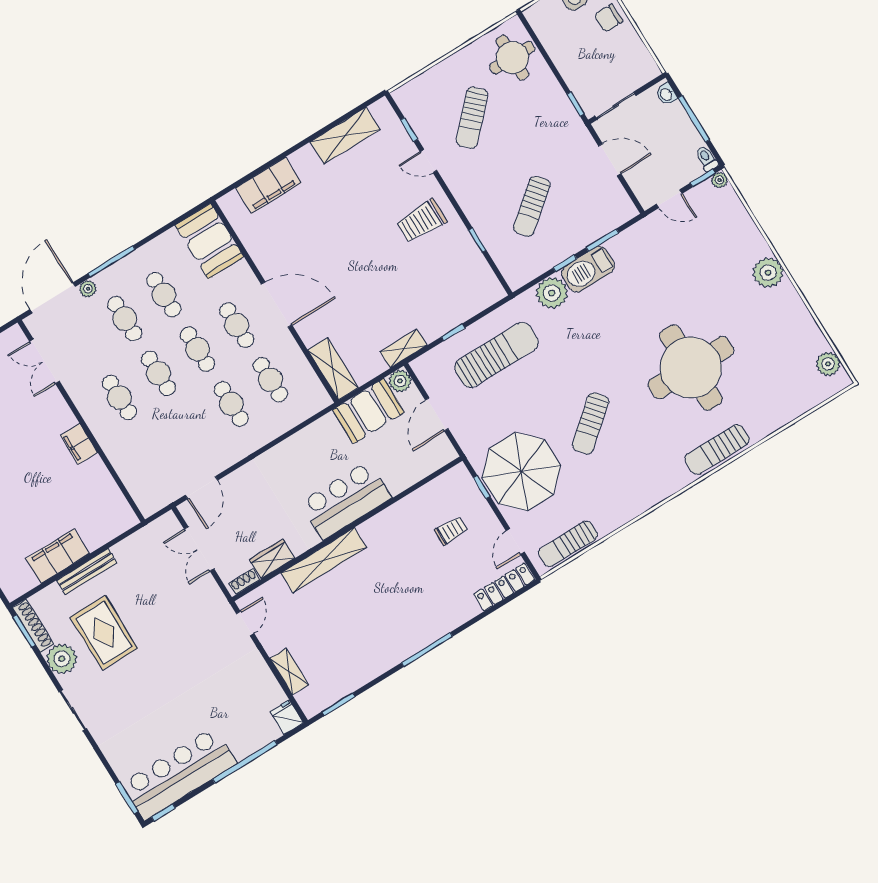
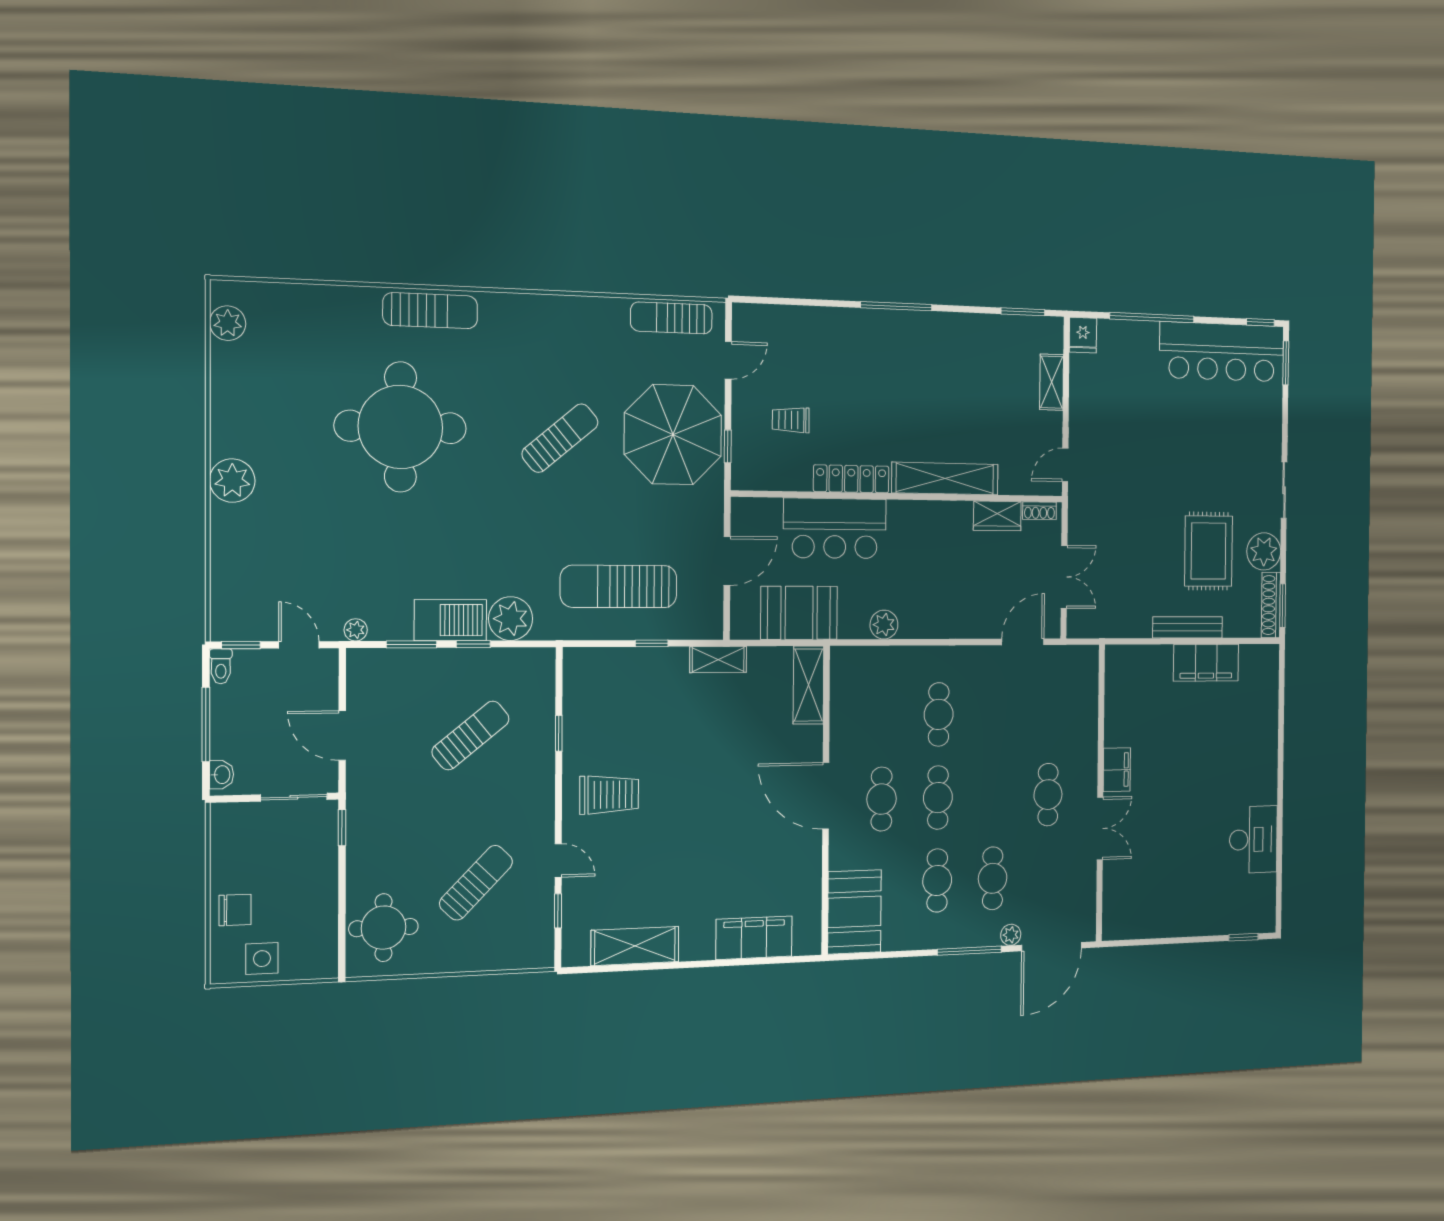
plant: (719, 180) -> (356, 630), moved
double door: (44, 361) -> (1100, 828), moved
cafe table: (158, 373) -> (993, 796), removed
cafe table: (270, 380) -> (882, 715), removed
plant: (400, 381) -> (884, 625), moved
bar counter: (346, 500) -> (835, 528), moved
sun lounger: (568, 544) -> (671, 318), turned 180
locker: (504, 587) -> (851, 479), moved, turned 180

